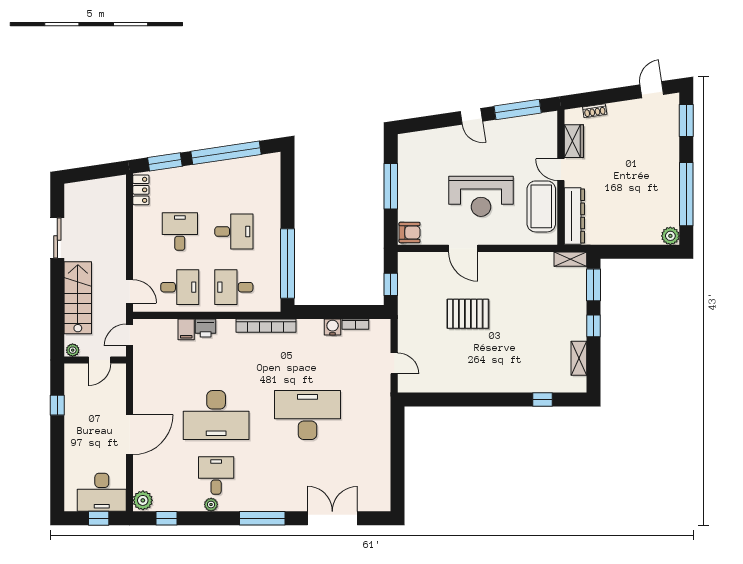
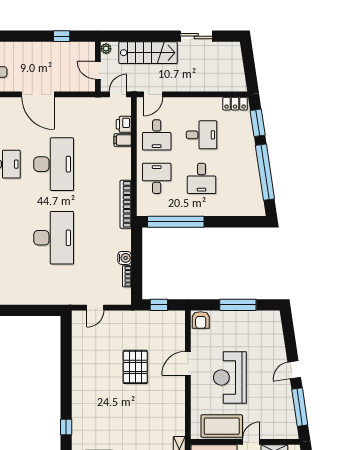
printer: (206, 328) -> (124, 124), moved
door: (130, 335) -> (118, 94), hinge flipped
desk: (216, 415) -> (54, 164), turned 180

